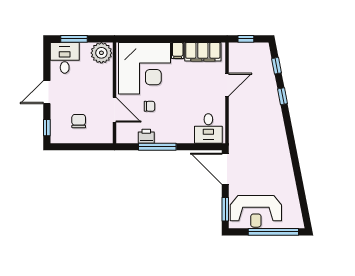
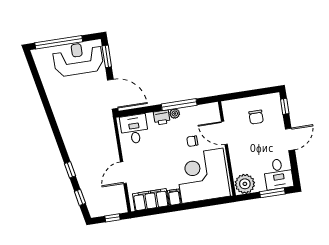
printer: (146, 136) -> (162, 117), moved
plant: (163, 138) -> (175, 114), added

